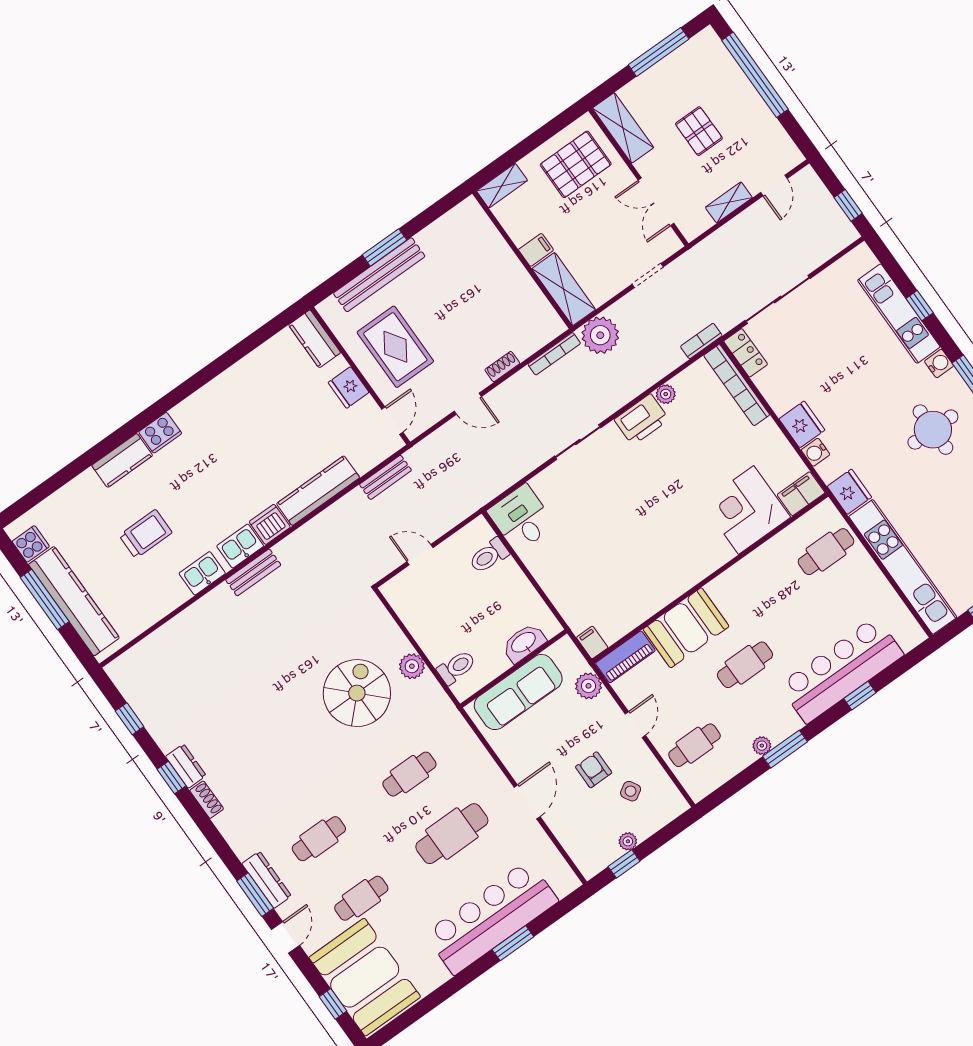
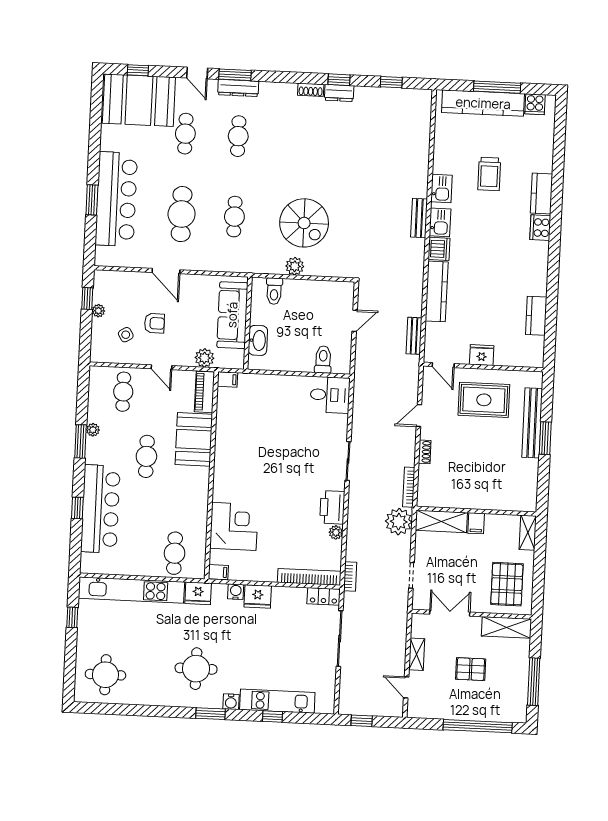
kitchen counter: (315, 339) -> (536, 316), moved, turned -90
filing cabinet: (801, 494) -> (218, 572), width x0.50

